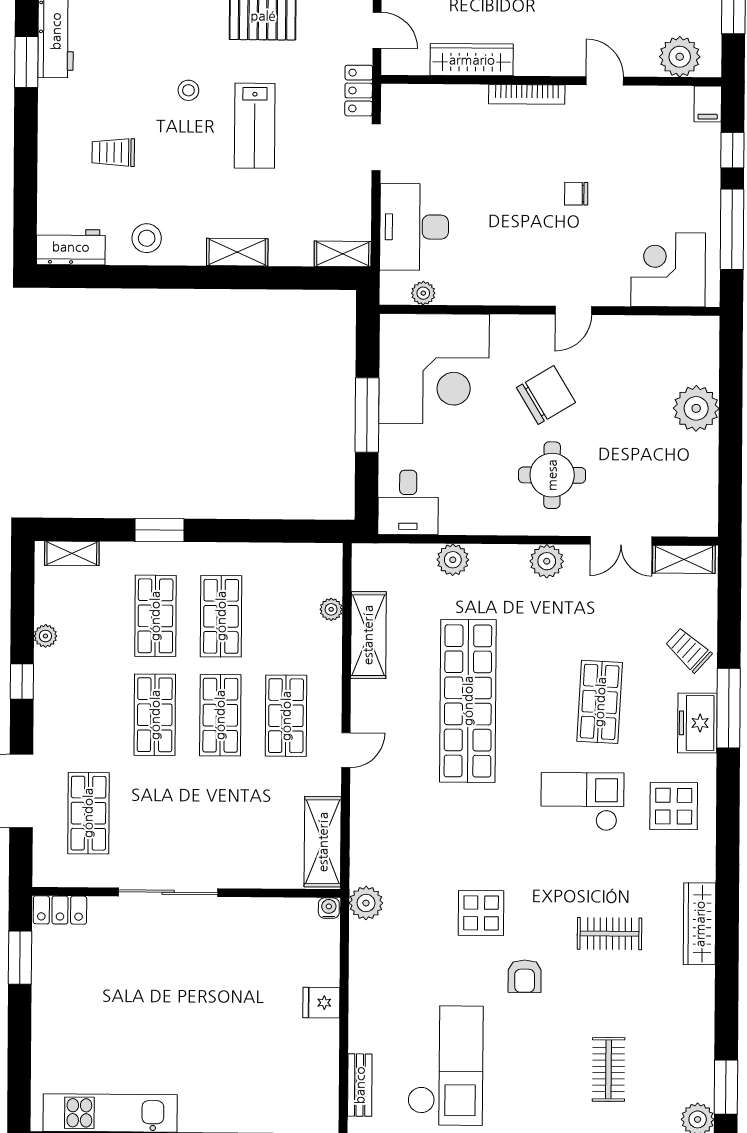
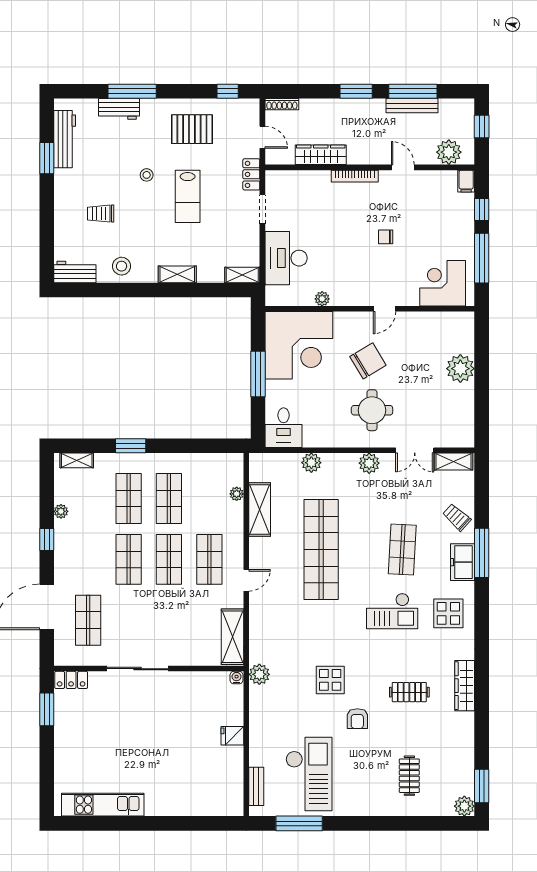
plant: (423, 293) -> (322, 299), moved
checkout: (582, 802) -> (392, 611), turned 180

